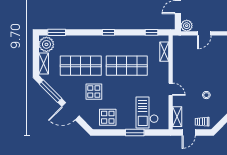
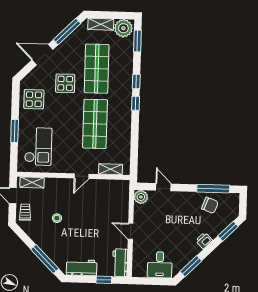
window: (152, 32) -> (136, 81), moved
door: (204, 33) -> (131, 231), moved
door: (171, 89) -> (81, 176), moved
door: (70, 111) -> (42, 55), hinge flipped
checkout: (147, 112) -> (38, 146), turned 90

